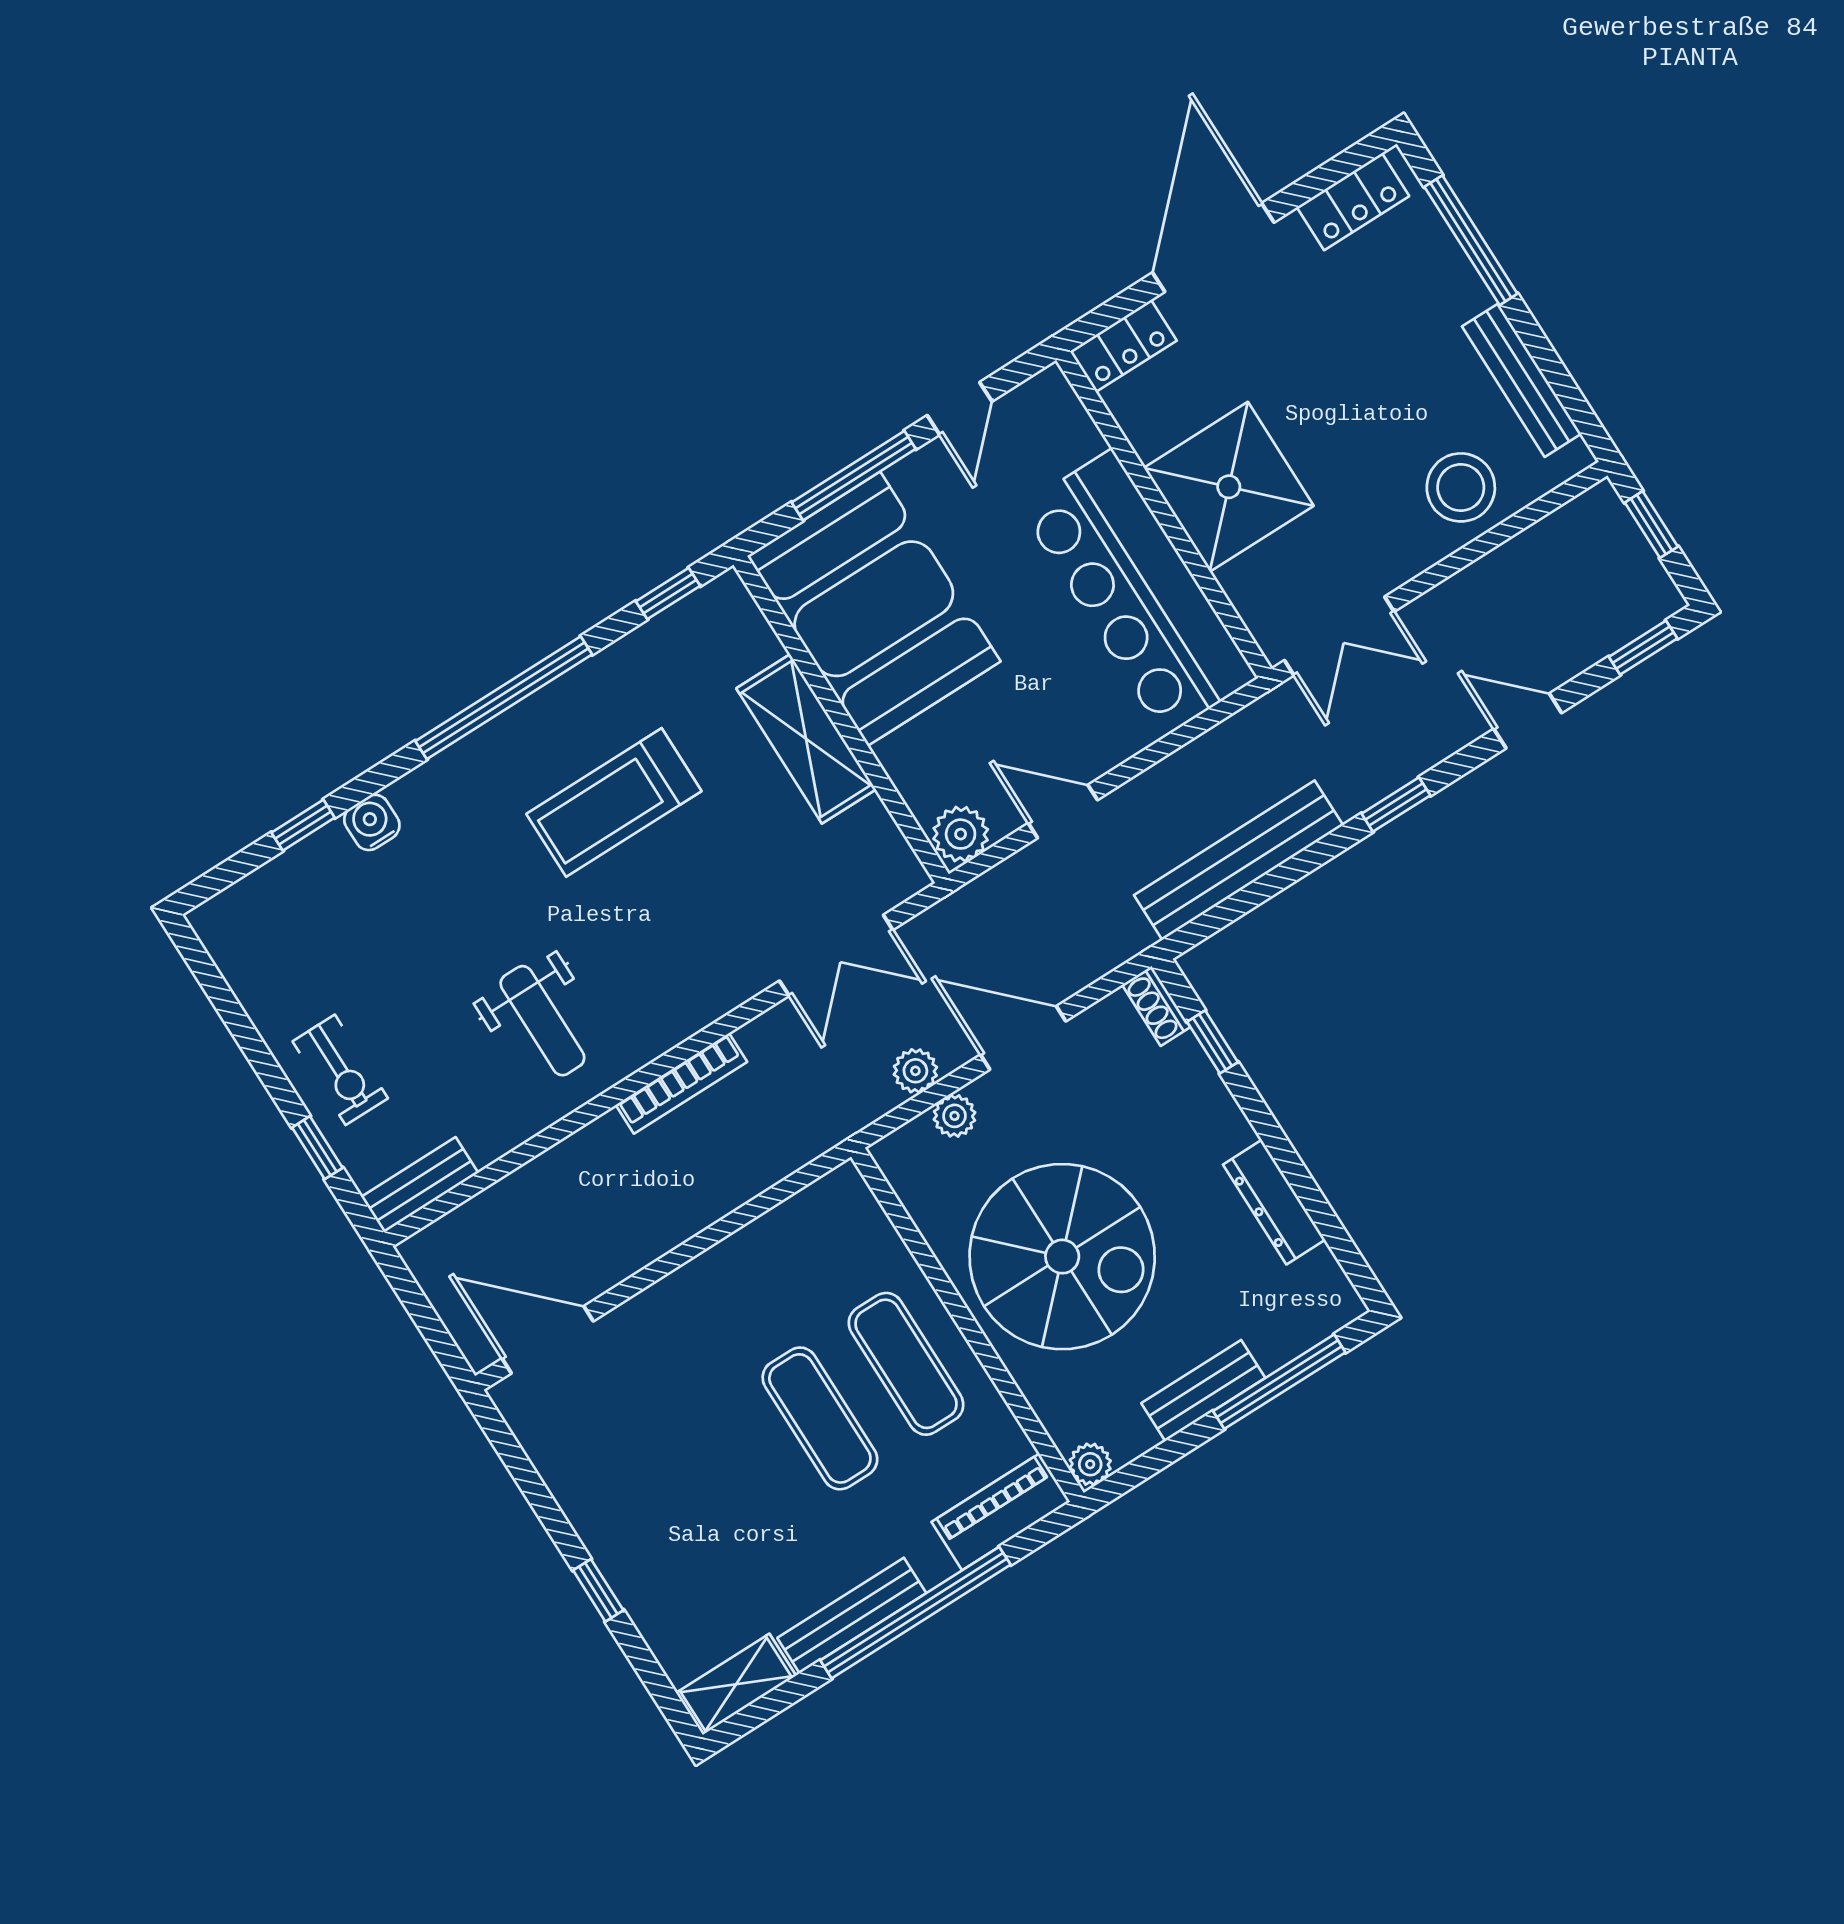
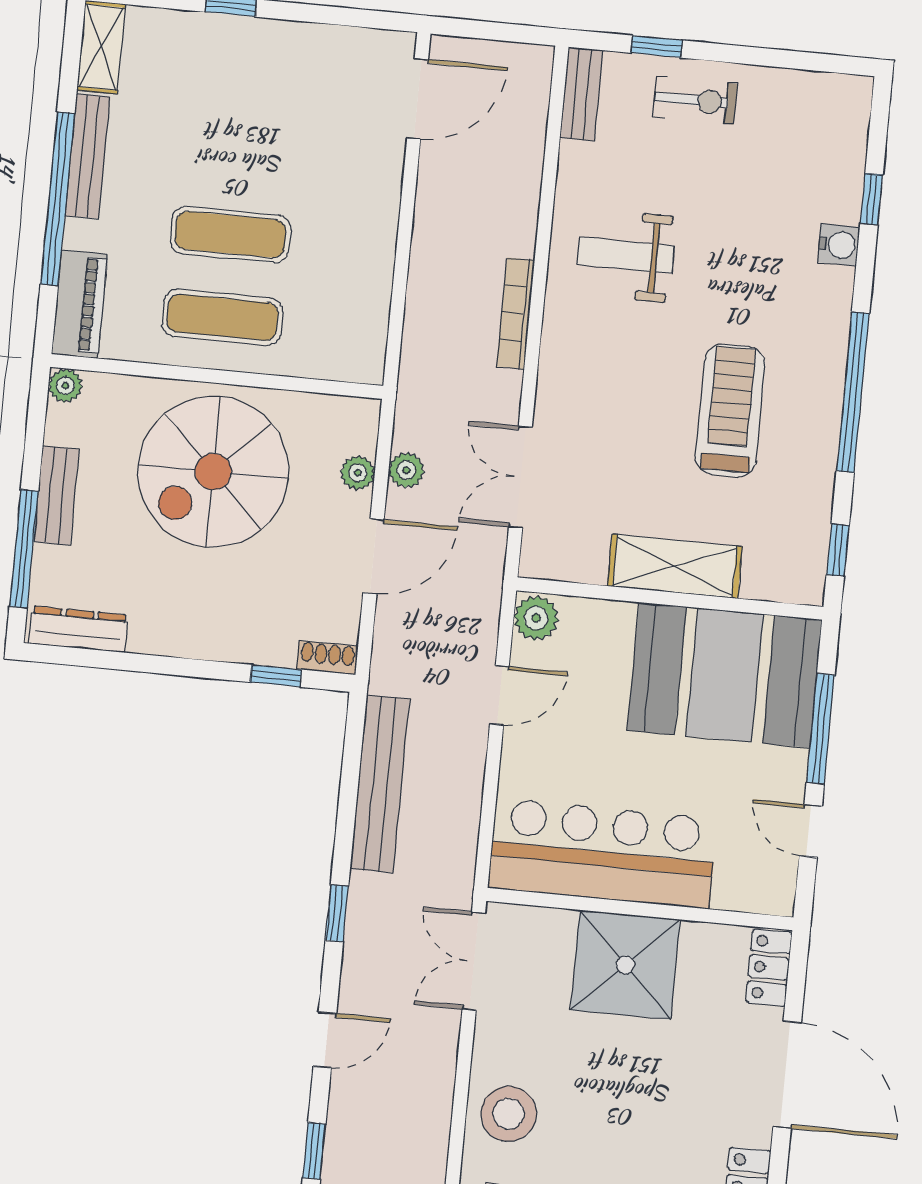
exercise bike: (340, 1070) -> (695, 100), turned 180
dresser: (1274, 1202) -> (78, 629), moved

